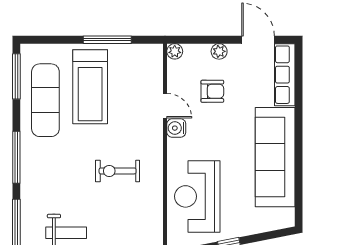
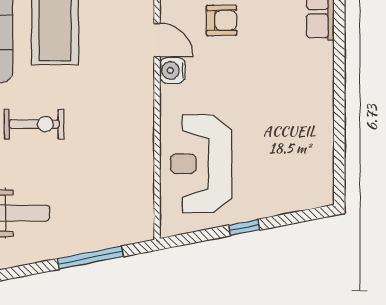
sofa: (275, 157) -> (307, 110), removed
exercise bike: (118, 171) -> (34, 124), moved, turned 180

